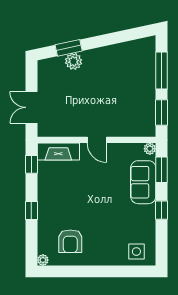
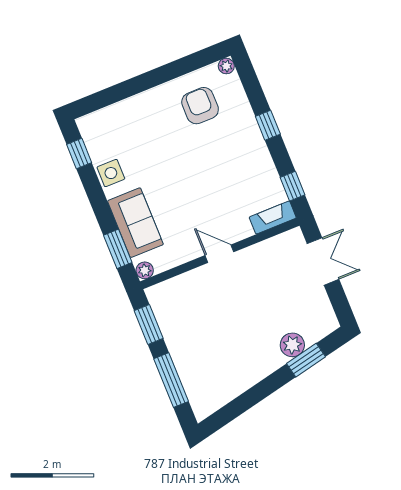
fireplace: (58, 151) -> (273, 218), width x0.73, depth x0.76
window: (162, 210) -> (79, 153), moved
side table: (136, 252) -> (111, 173), moved

